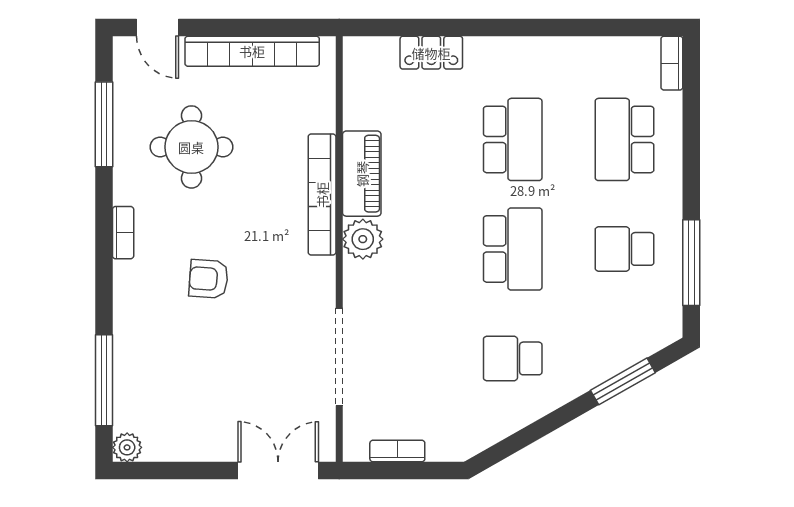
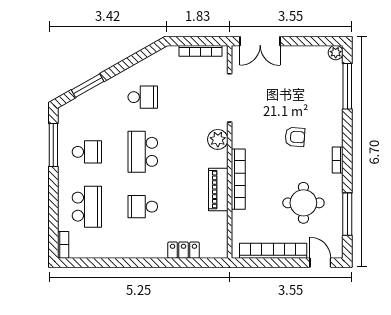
school desk: (513, 139) -> (143, 207), width x0.54
plant: (363, 239) -> (218, 139), moved
bookcase: (397, 451) -> (200, 51), width x1.56

